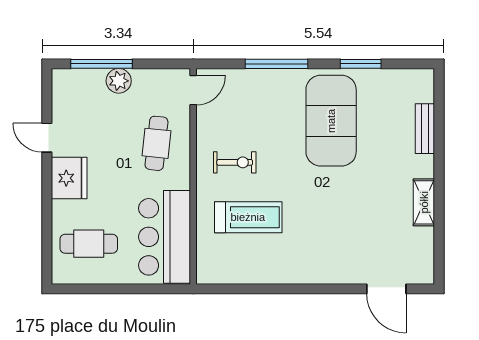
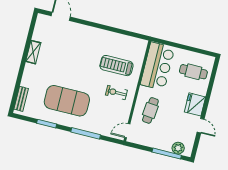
plant: (119, 81) -> (178, 148), moved
exercise mat: (331, 121) -> (67, 101), turned 90
bench: (425, 129) -> (21, 99), moved

